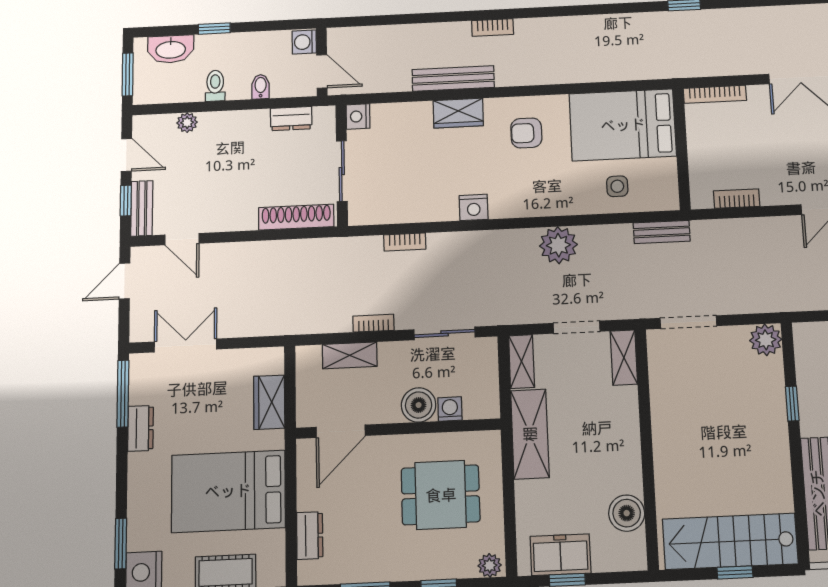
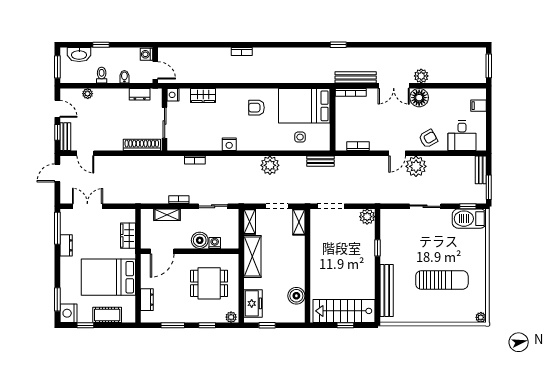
bench: (453, 78) -> (356, 77), moved
wardrobe: (458, 113) -> (203, 96), moved
freezer: (560, 555) -> (253, 303), moved, turned 90

